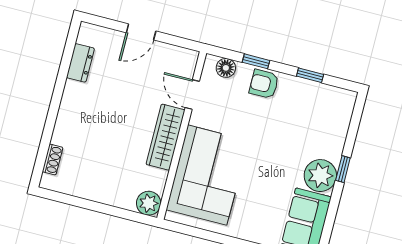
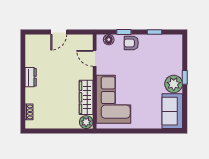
dresser: (80, 63) -> (31, 77), moved
wardrobe: (165, 137) -> (86, 97), moved

